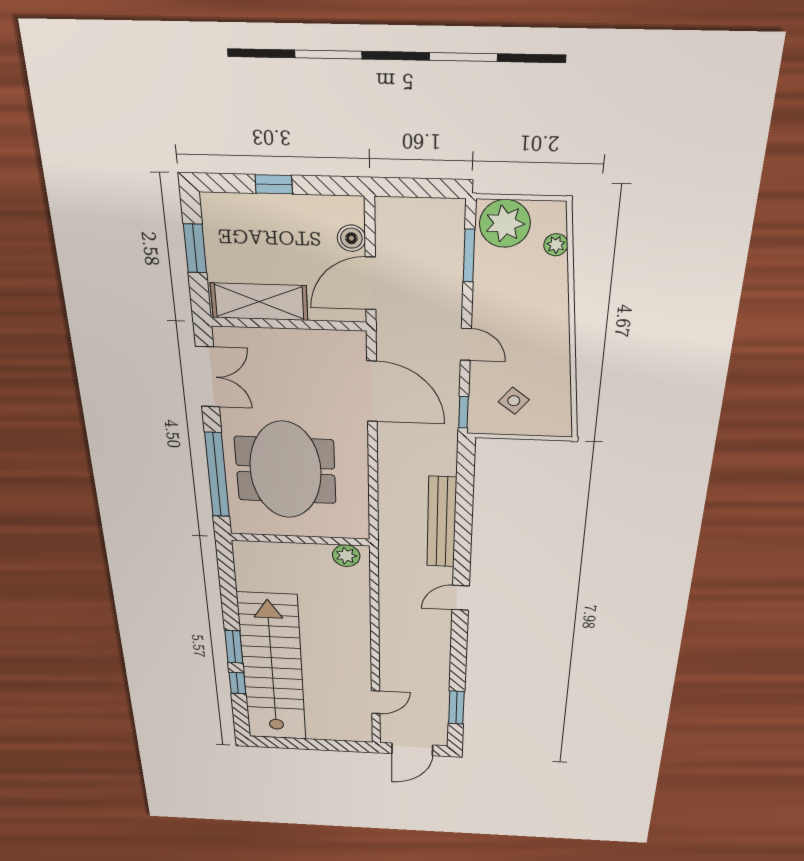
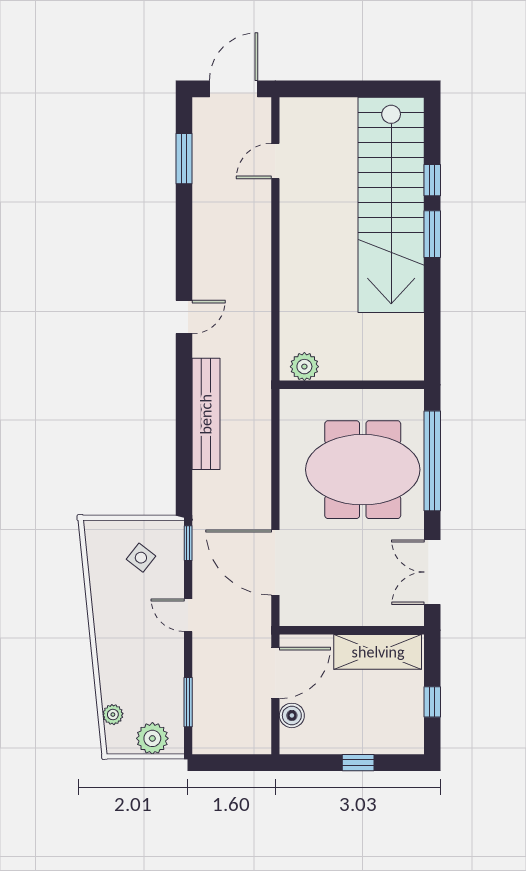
plant: (505, 224) -> (152, 738), width x0.73, depth x0.73
window: (195, 248) -> (432, 702), width x0.67
meeting table: (286, 470) -> (363, 470), turned 90

